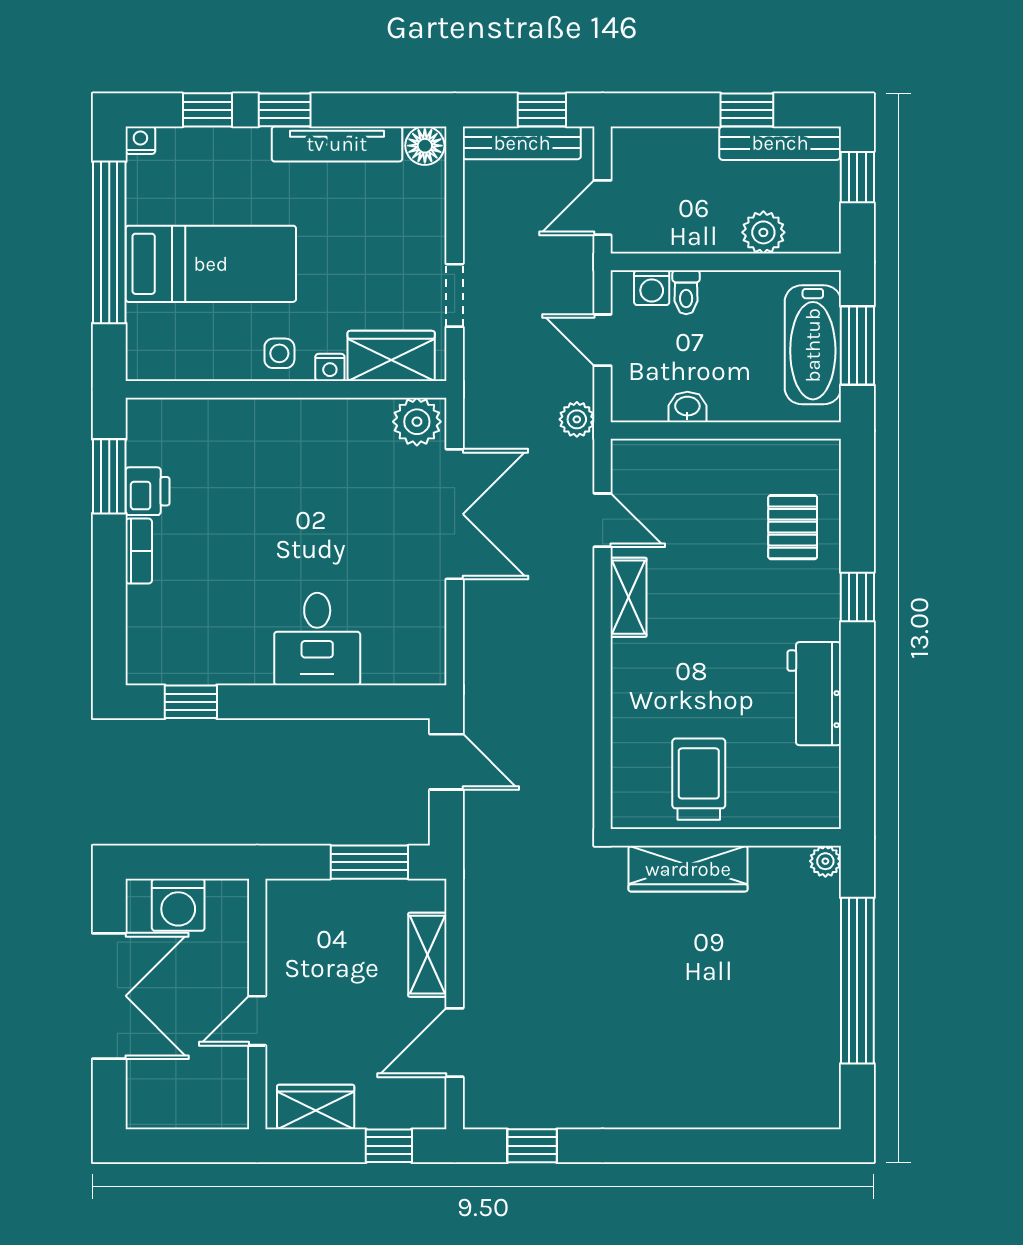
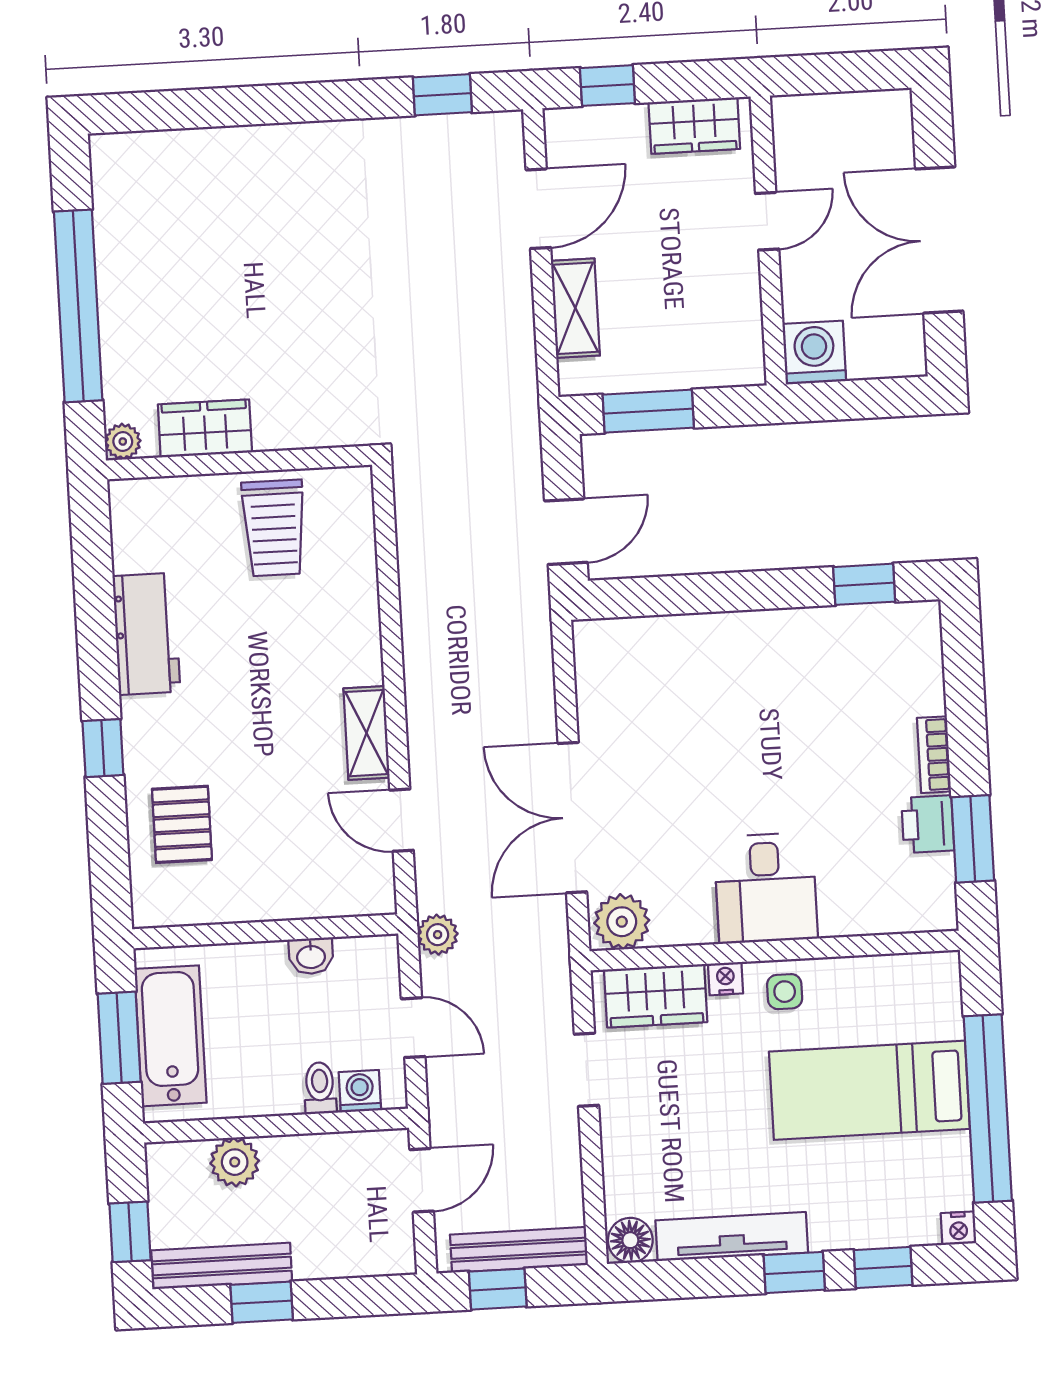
desk: (317, 639) -> (766, 888), moved, turned 180
door: (446, 762) -> (566, 532), swing flipped
wardrobe: (688, 869) -> (205, 428), moved, width x0.67
washing machine: (178, 905) -> (814, 353), moved

